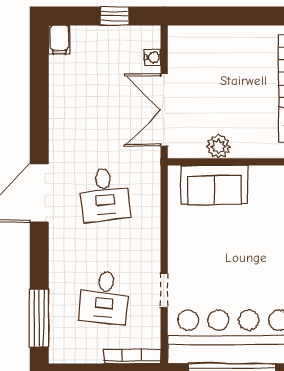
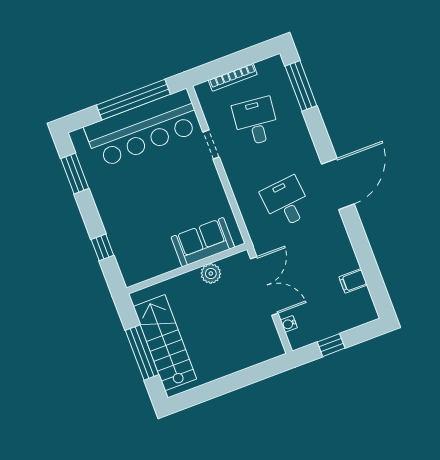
filing cabinet: (59, 40) -> (353, 281), moved, turned -90
bookcase: (132, 356) -> (233, 77), moved

